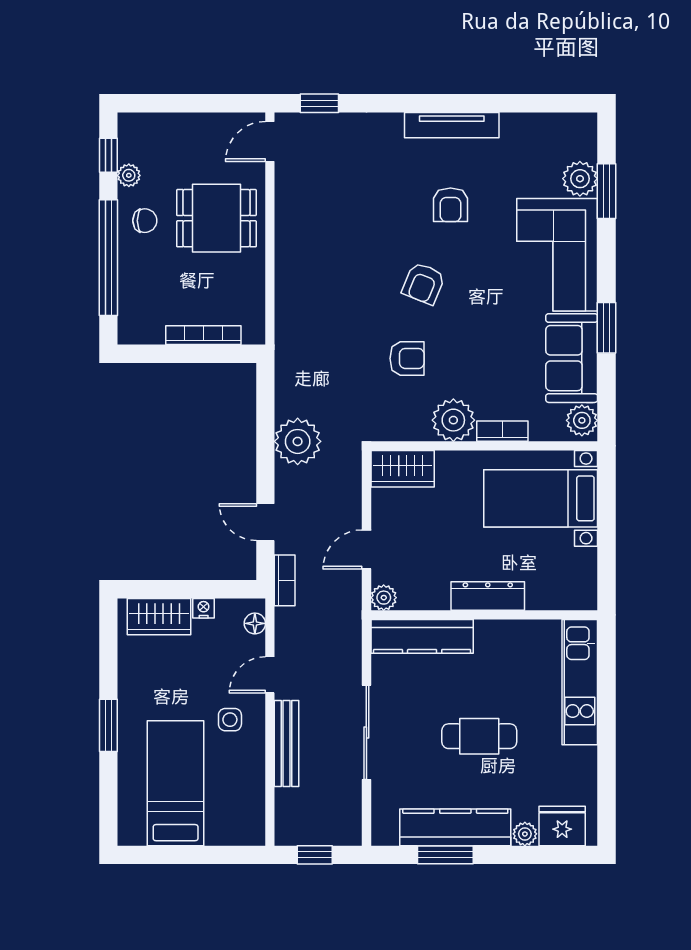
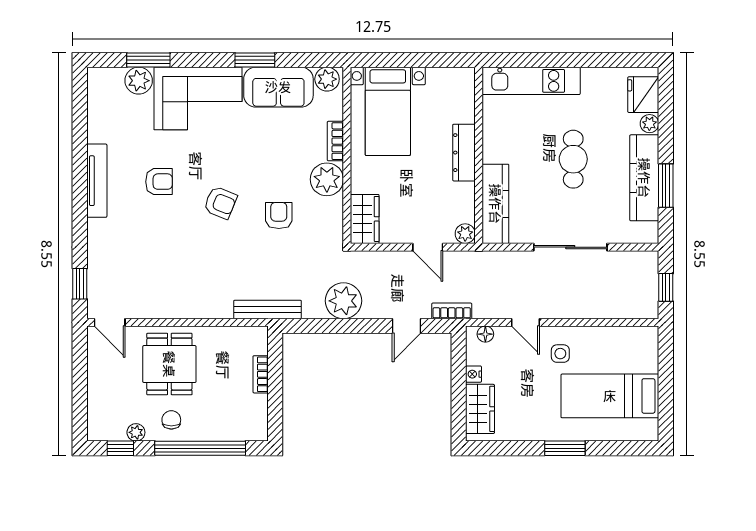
bookcase: (203, 335) -> (261, 374), width x0.64
bench: (286, 744) -> (267, 309), moved

